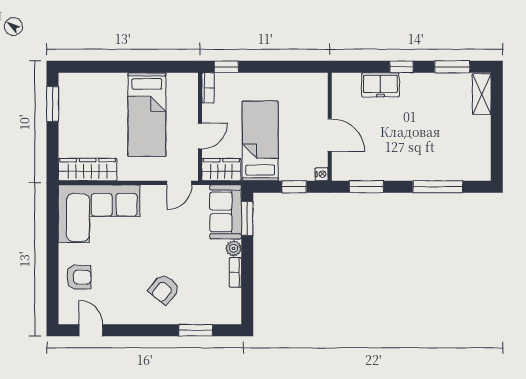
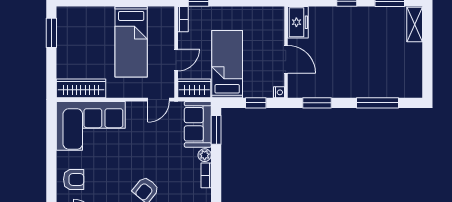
freezer: (380, 85) -> (298, 22), moved, turned -90

